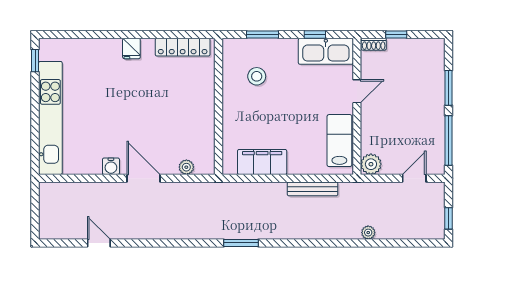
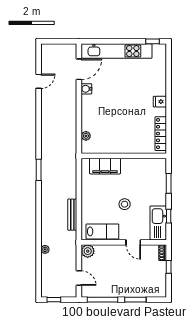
stool: (257, 76) -> (125, 204), moved
filing cabinet: (262, 162) -> (105, 166), moved, turned 90
door: (144, 178) -> (79, 69), moved

